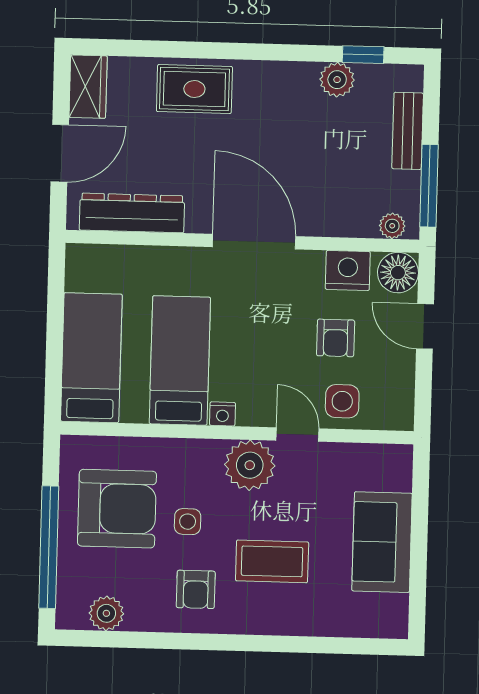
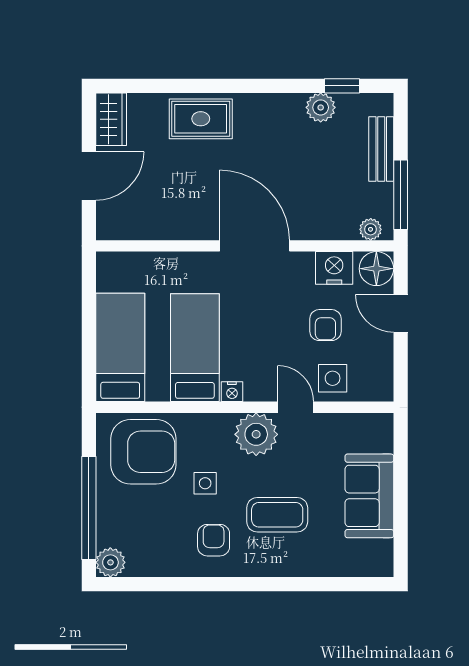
dresser: (132, 213) -> (151, 225), removed
armchair: (117, 509) -> (143, 452), moved
armchair: (196, 589) -> (214, 540), turned 180
plant: (106, 613) -> (110, 562), moved

